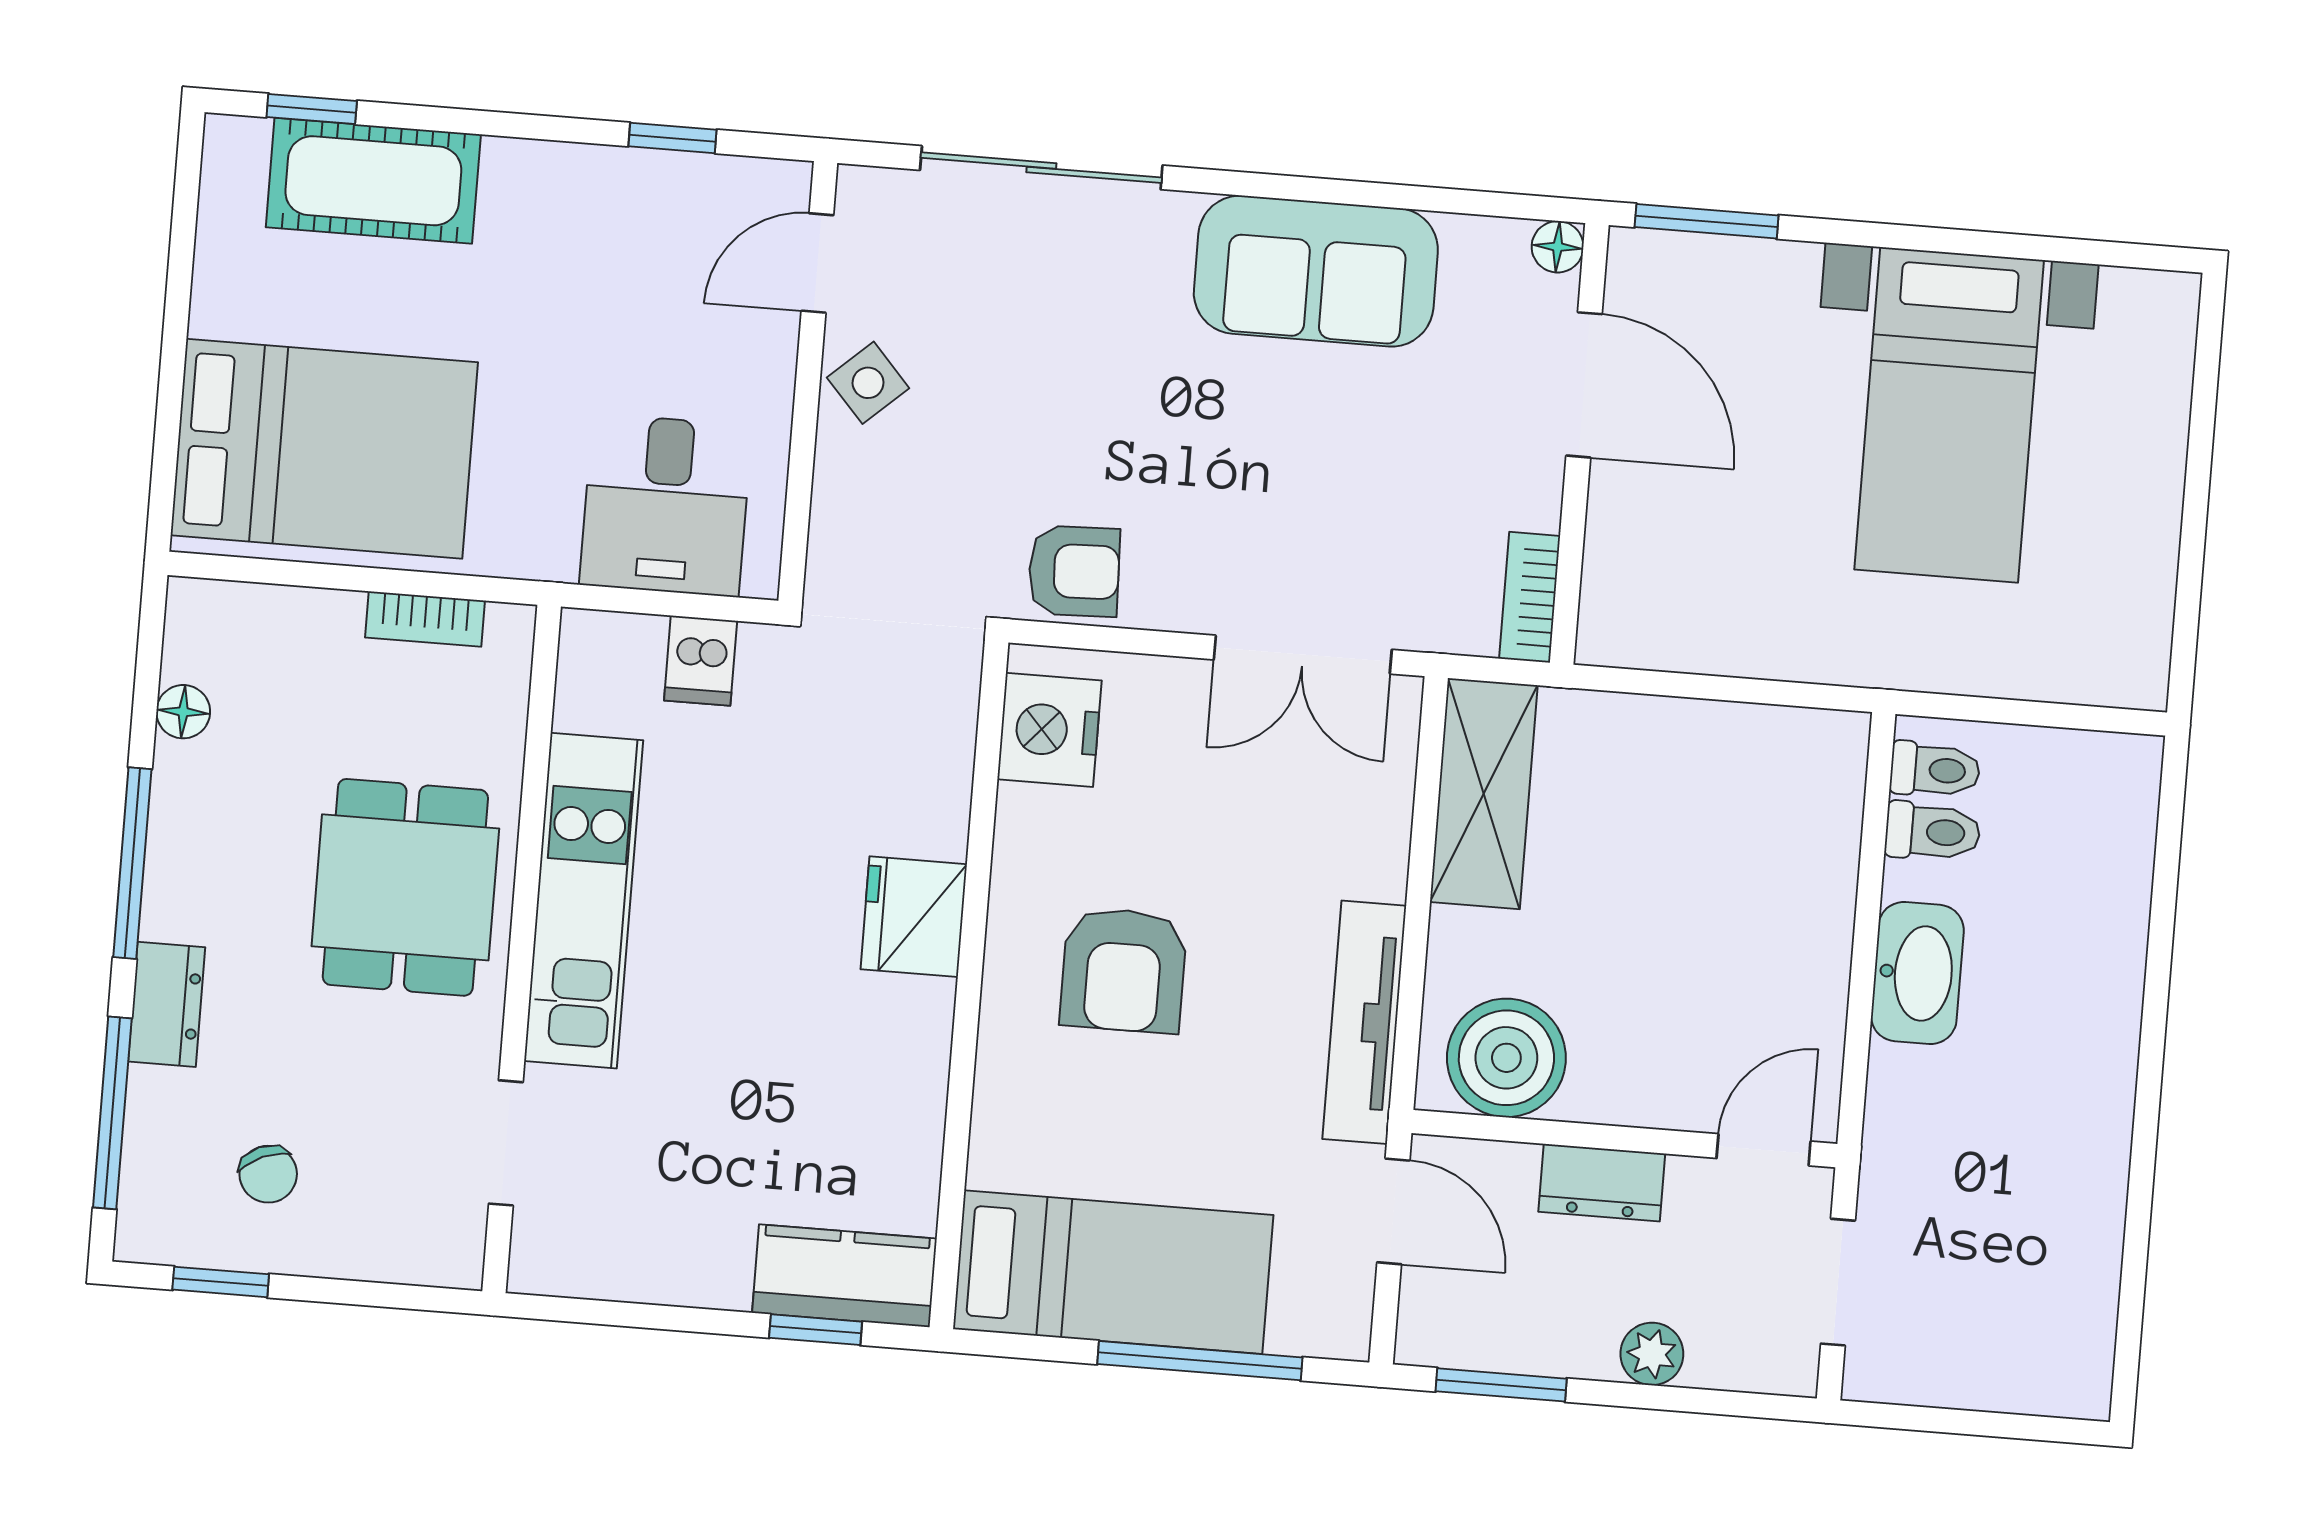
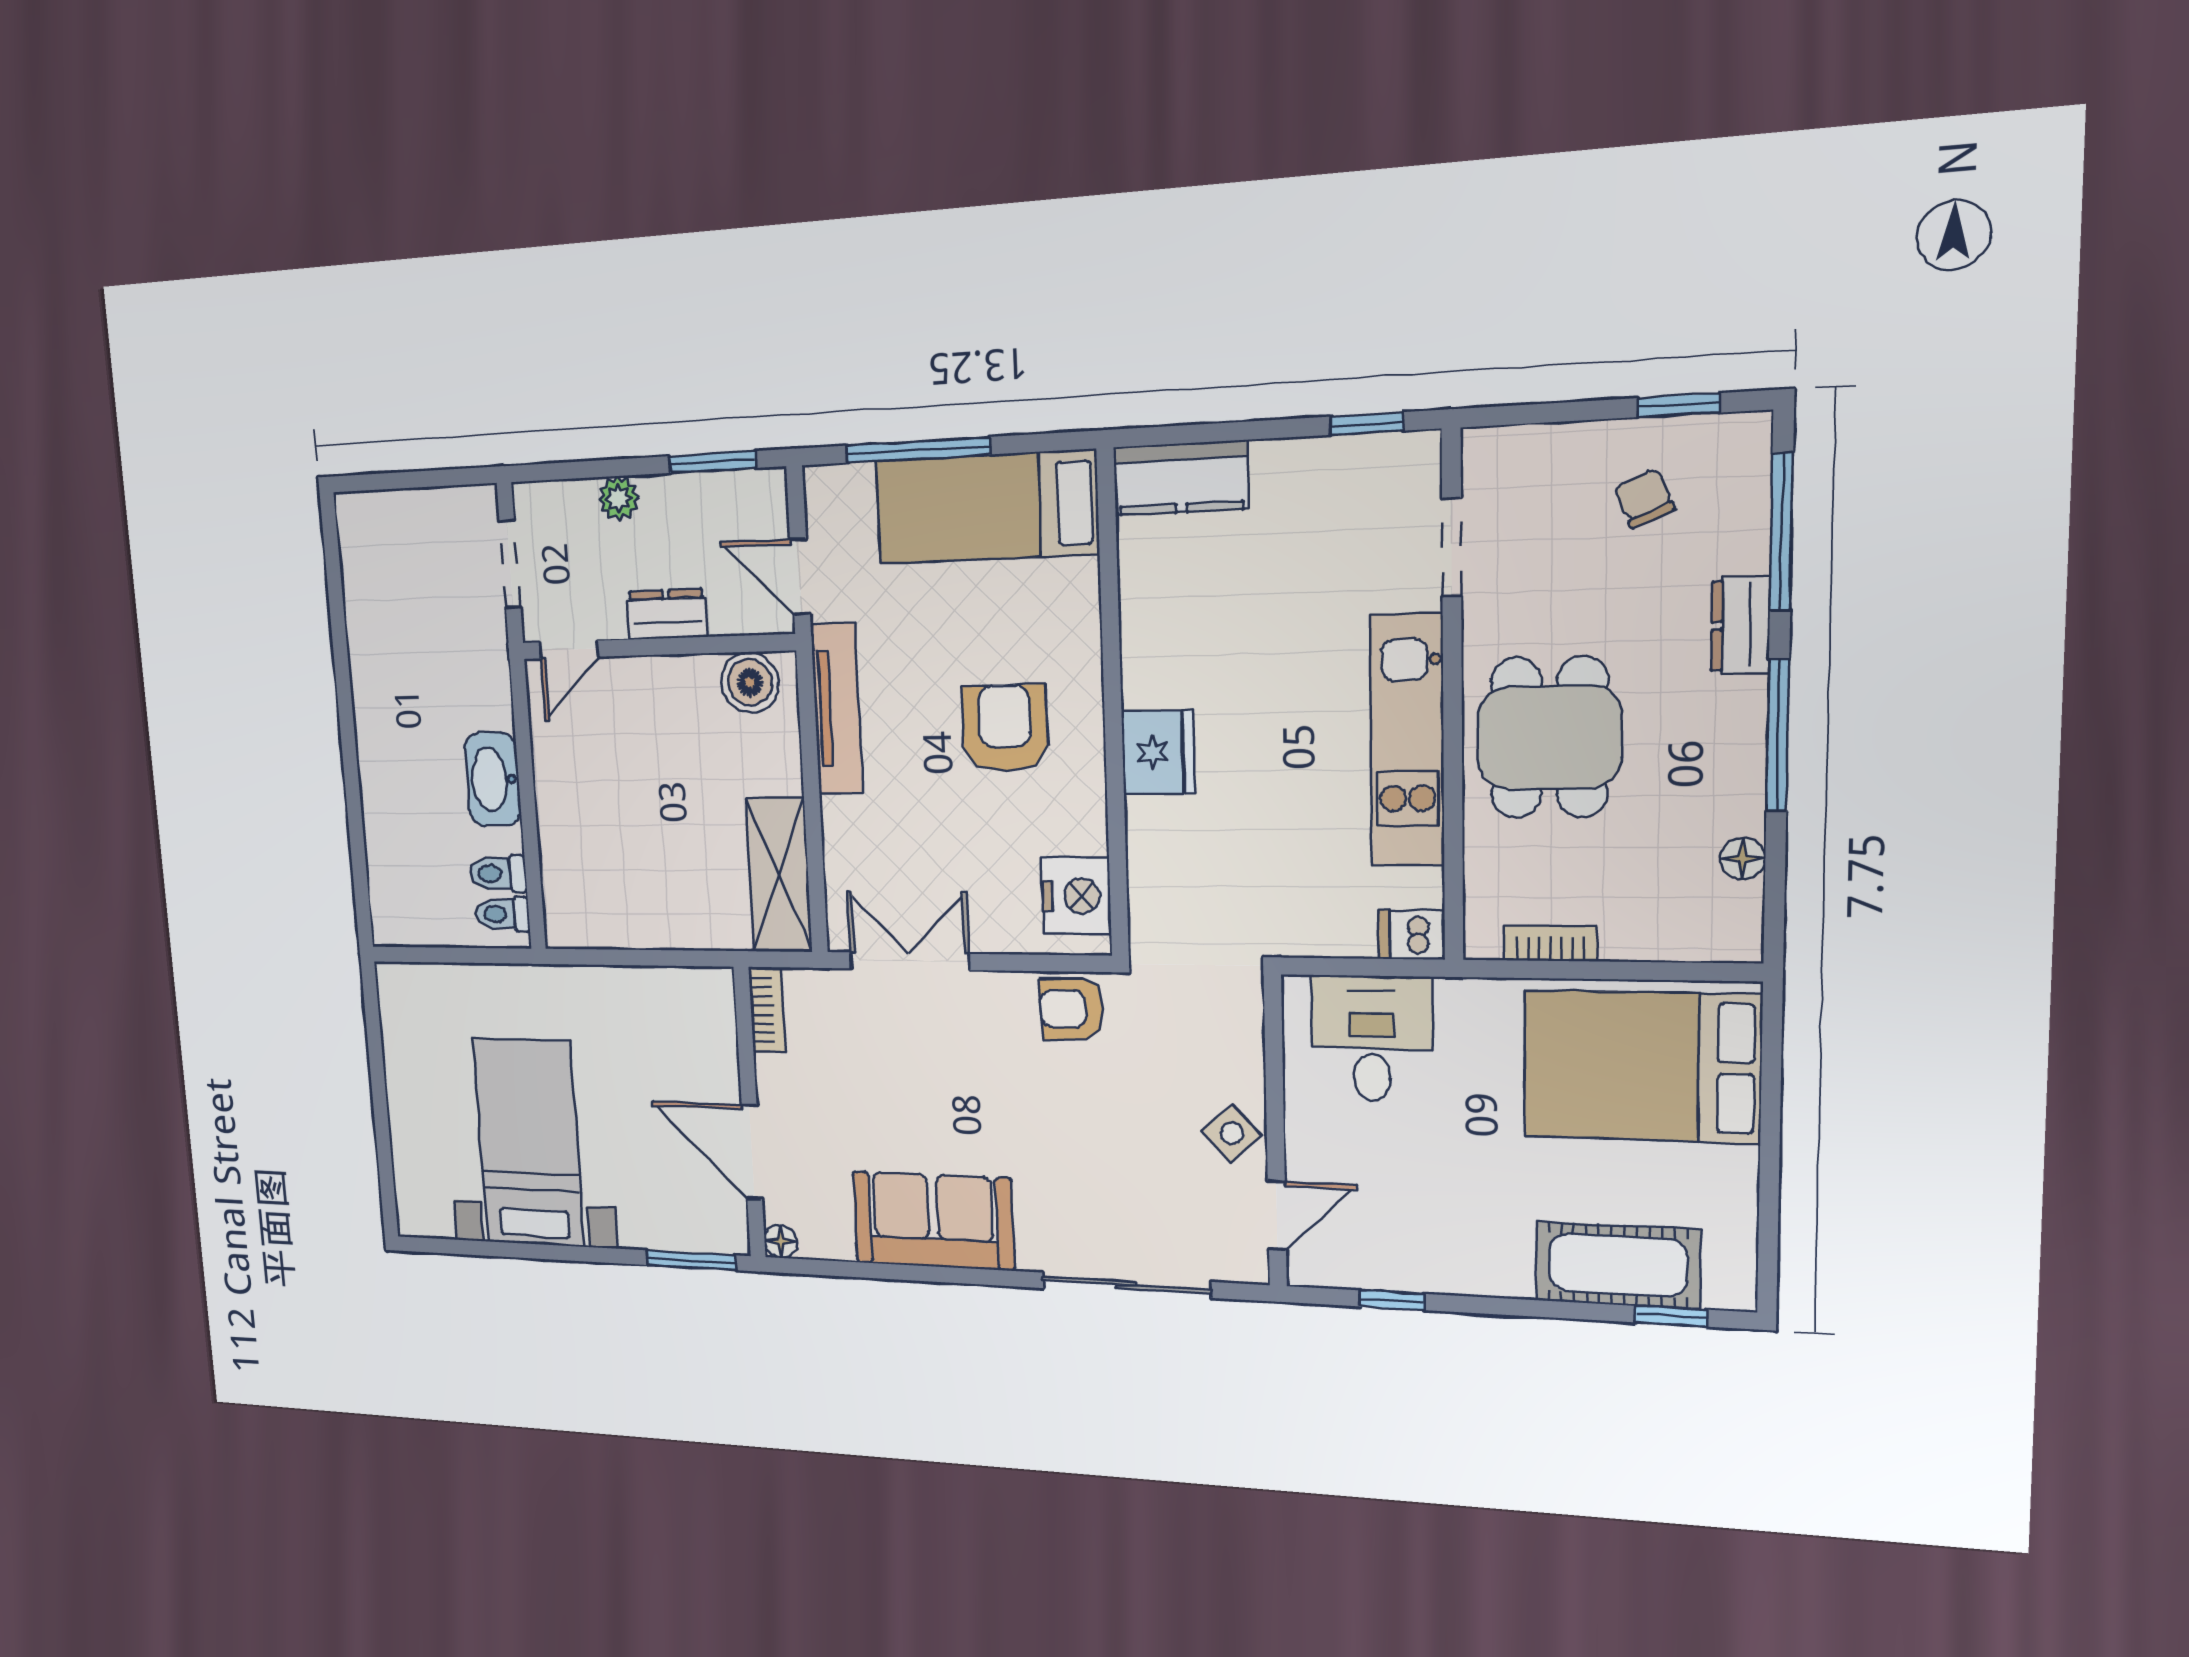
dishwasher: (701, 661) -> (1412, 935), moved, turned -90
boiler: (1506, 1058) -> (750, 683), width x0.73, depth x0.73
window: (816, 1330) -> (1367, 424), moved

